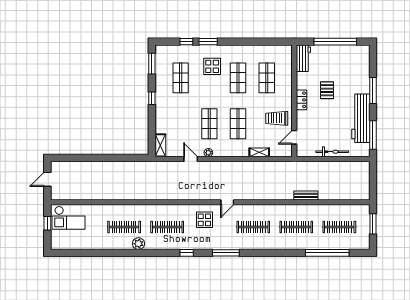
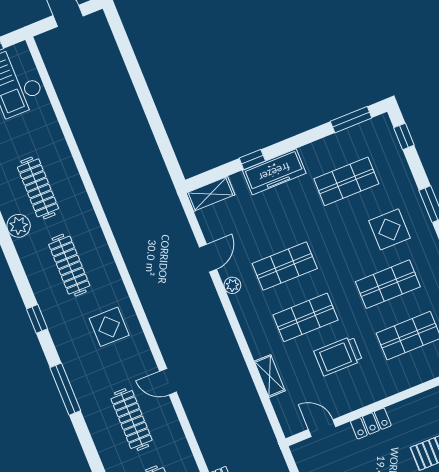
window: (186, 42) -> (404, 136), moved
window: (152, 98) -> (252, 159), moved
locker: (302, 100) -> (371, 423), moved
freezer: (162, 111) -> (274, 172), added
trolley: (277, 118) -> (338, 356), moved, turned -90
door: (227, 202) -> (168, 382), moved

